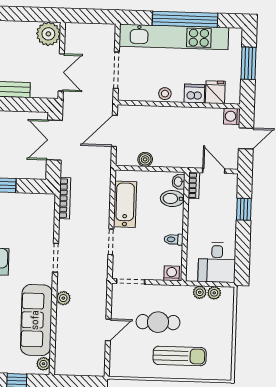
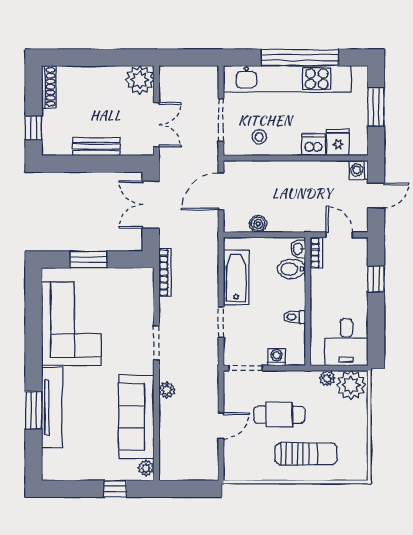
stool: (165, 94) -> (259, 137), moved
washing machine: (172, 273) -> (277, 357), moved
plant: (214, 293) -> (351, 385), width x1.87, depth x1.87

